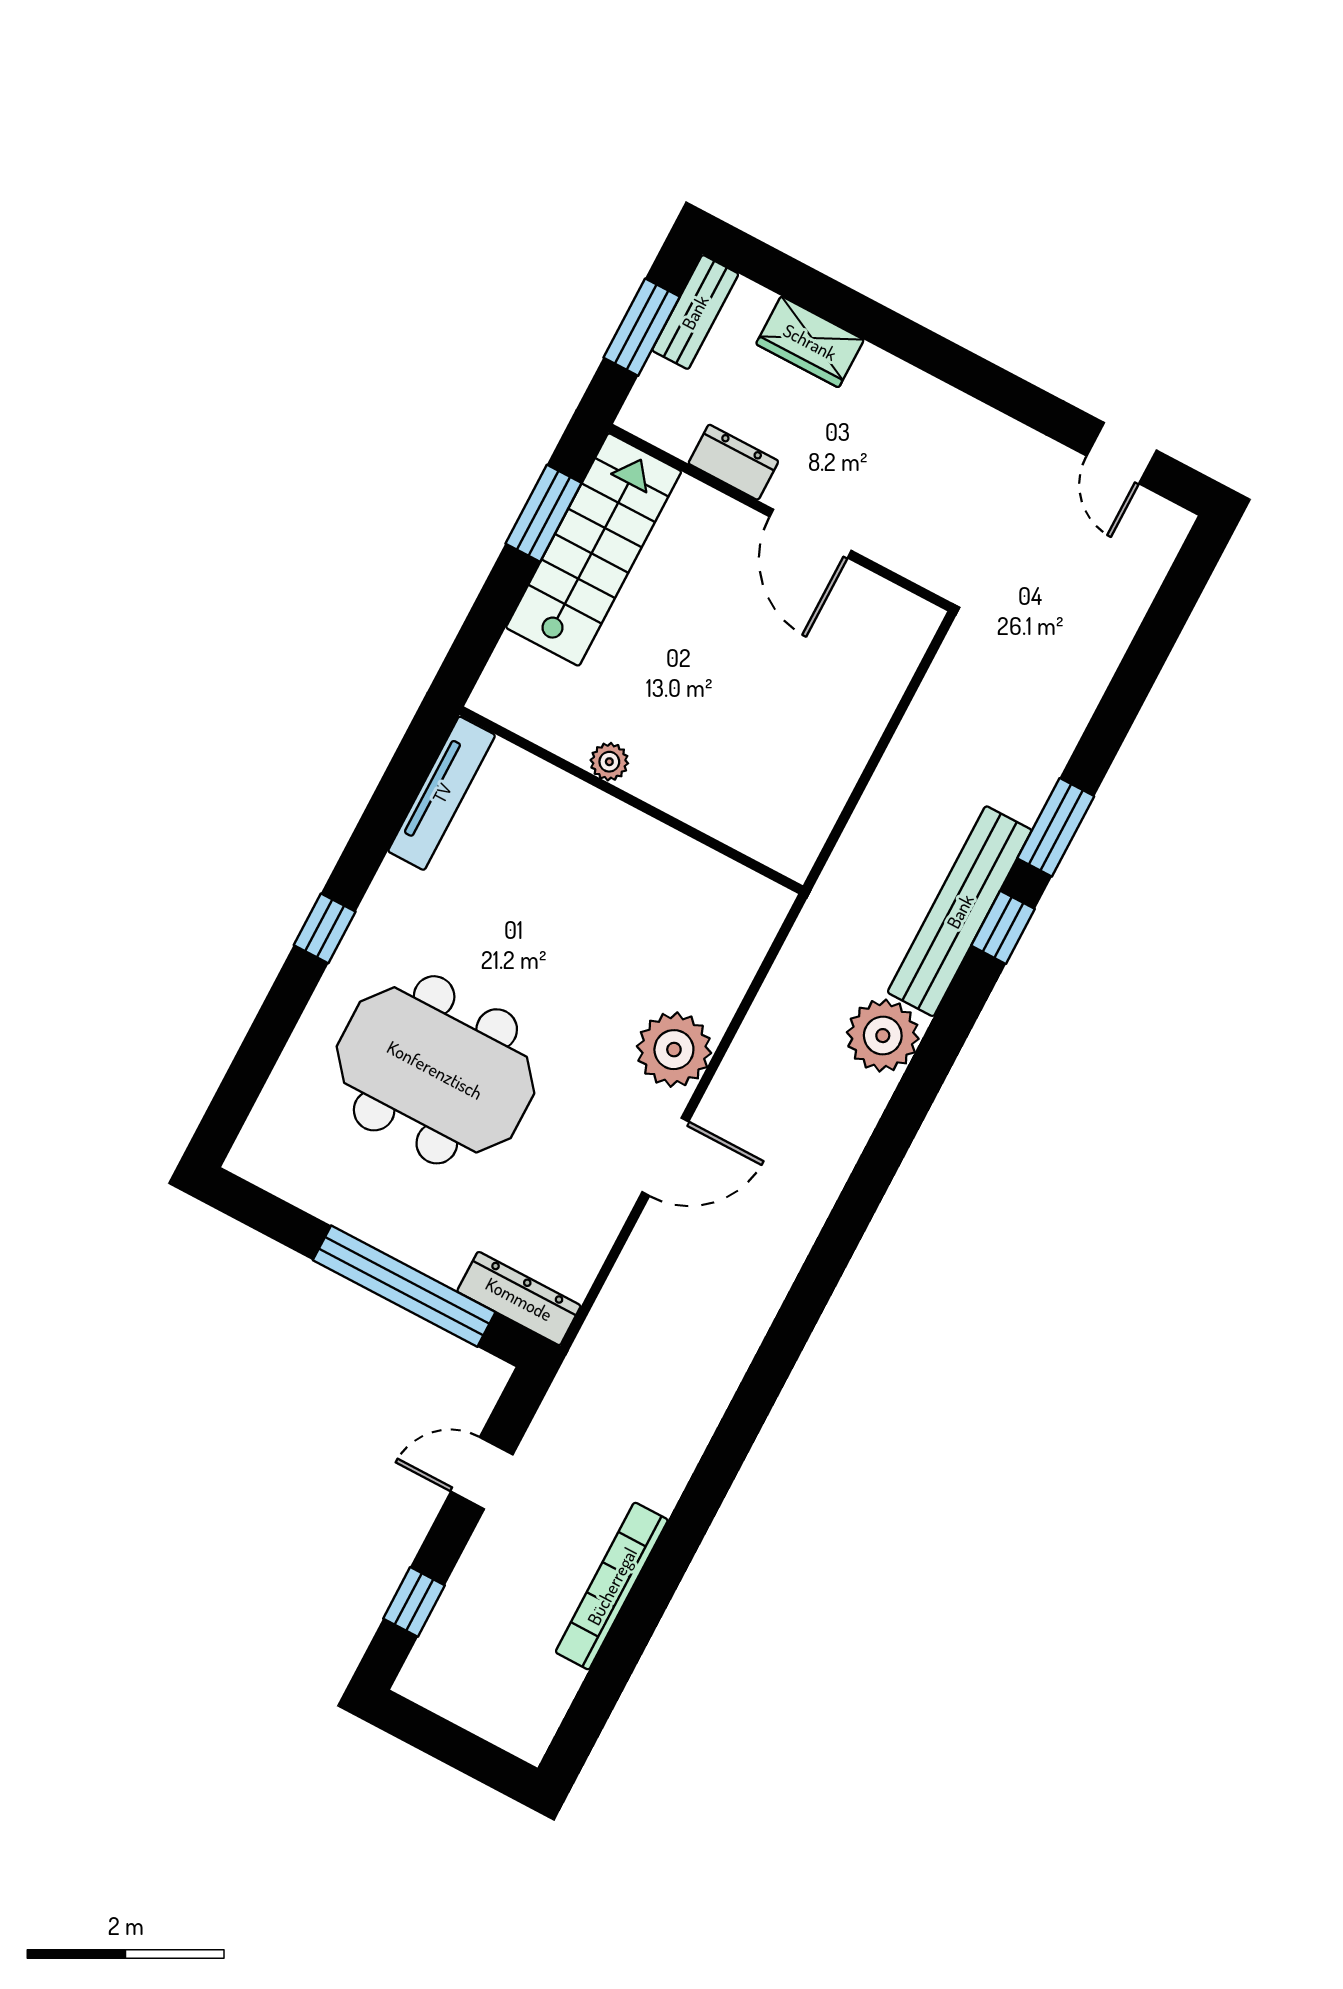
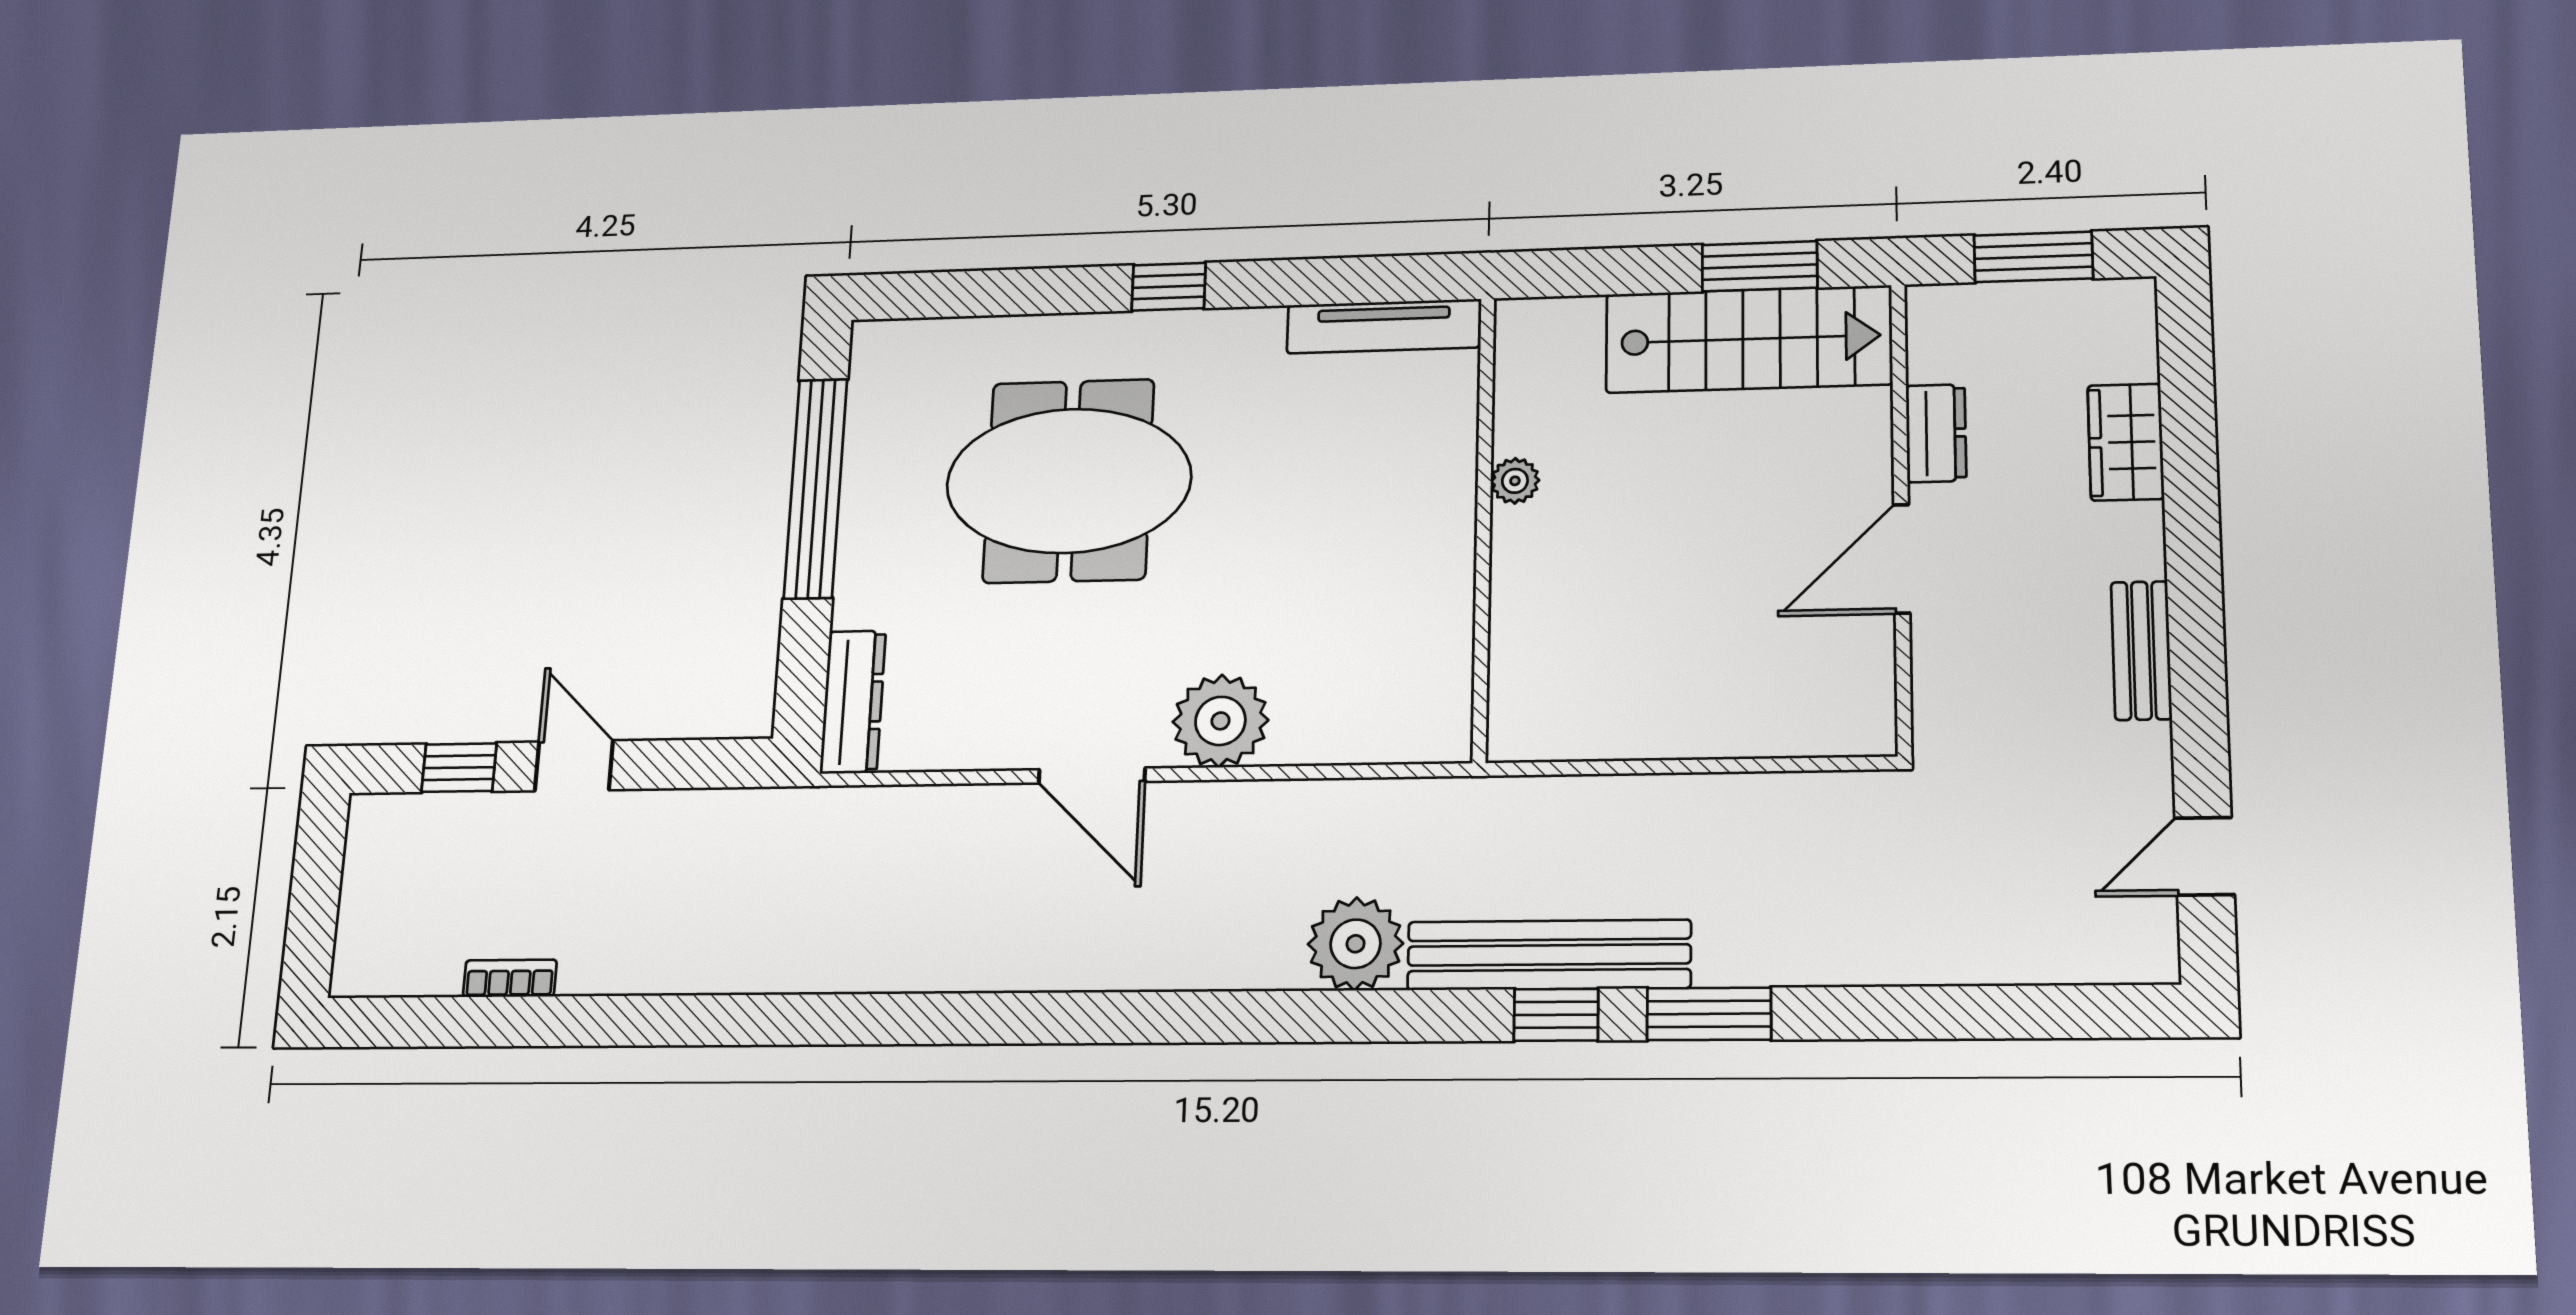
bench: (695, 312) -> (2141, 650), moved, turned 90
meeting table: (435, 1070) -> (1069, 481), turned 90
window: (404, 1286) -> (816, 488), moved
door: (482, 1473) -> (574, 766), moved
bookcase: (612, 1586) -> (510, 978), width x0.43, depth x0.76

